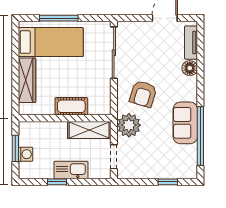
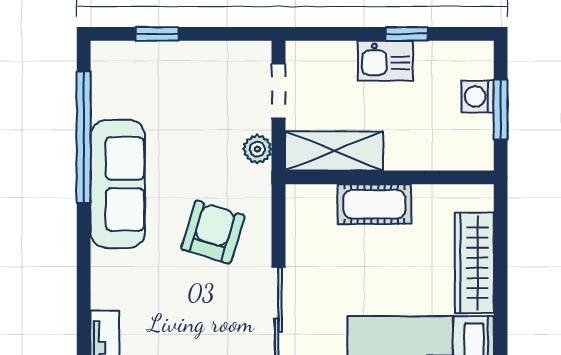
floor lamp: (190, 68) -> (108, 290), removed
sofa: (185, 123) -> (118, 184), width x1.36
plant: (129, 125) -> (257, 149), width x0.53, depth x0.53
kitchen sink: (71, 170) -> (385, 61), width x0.73

